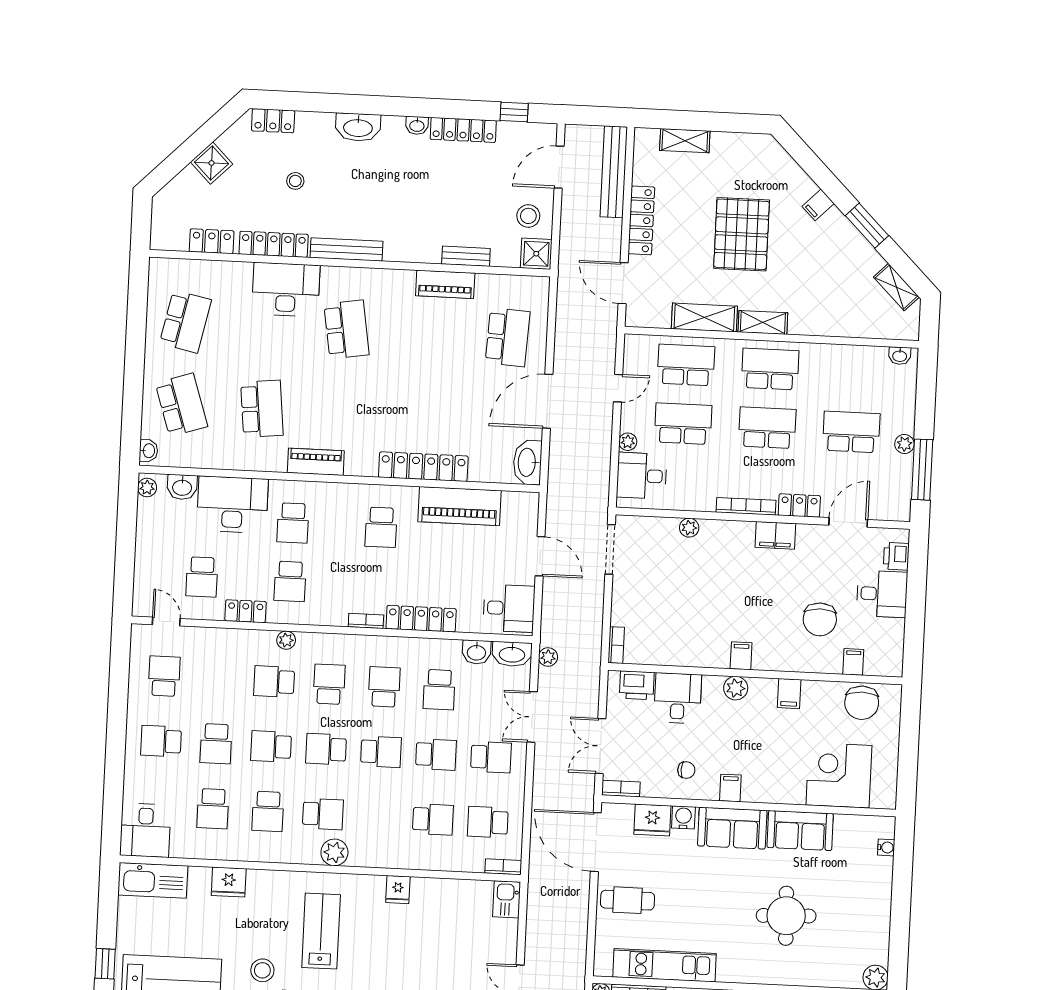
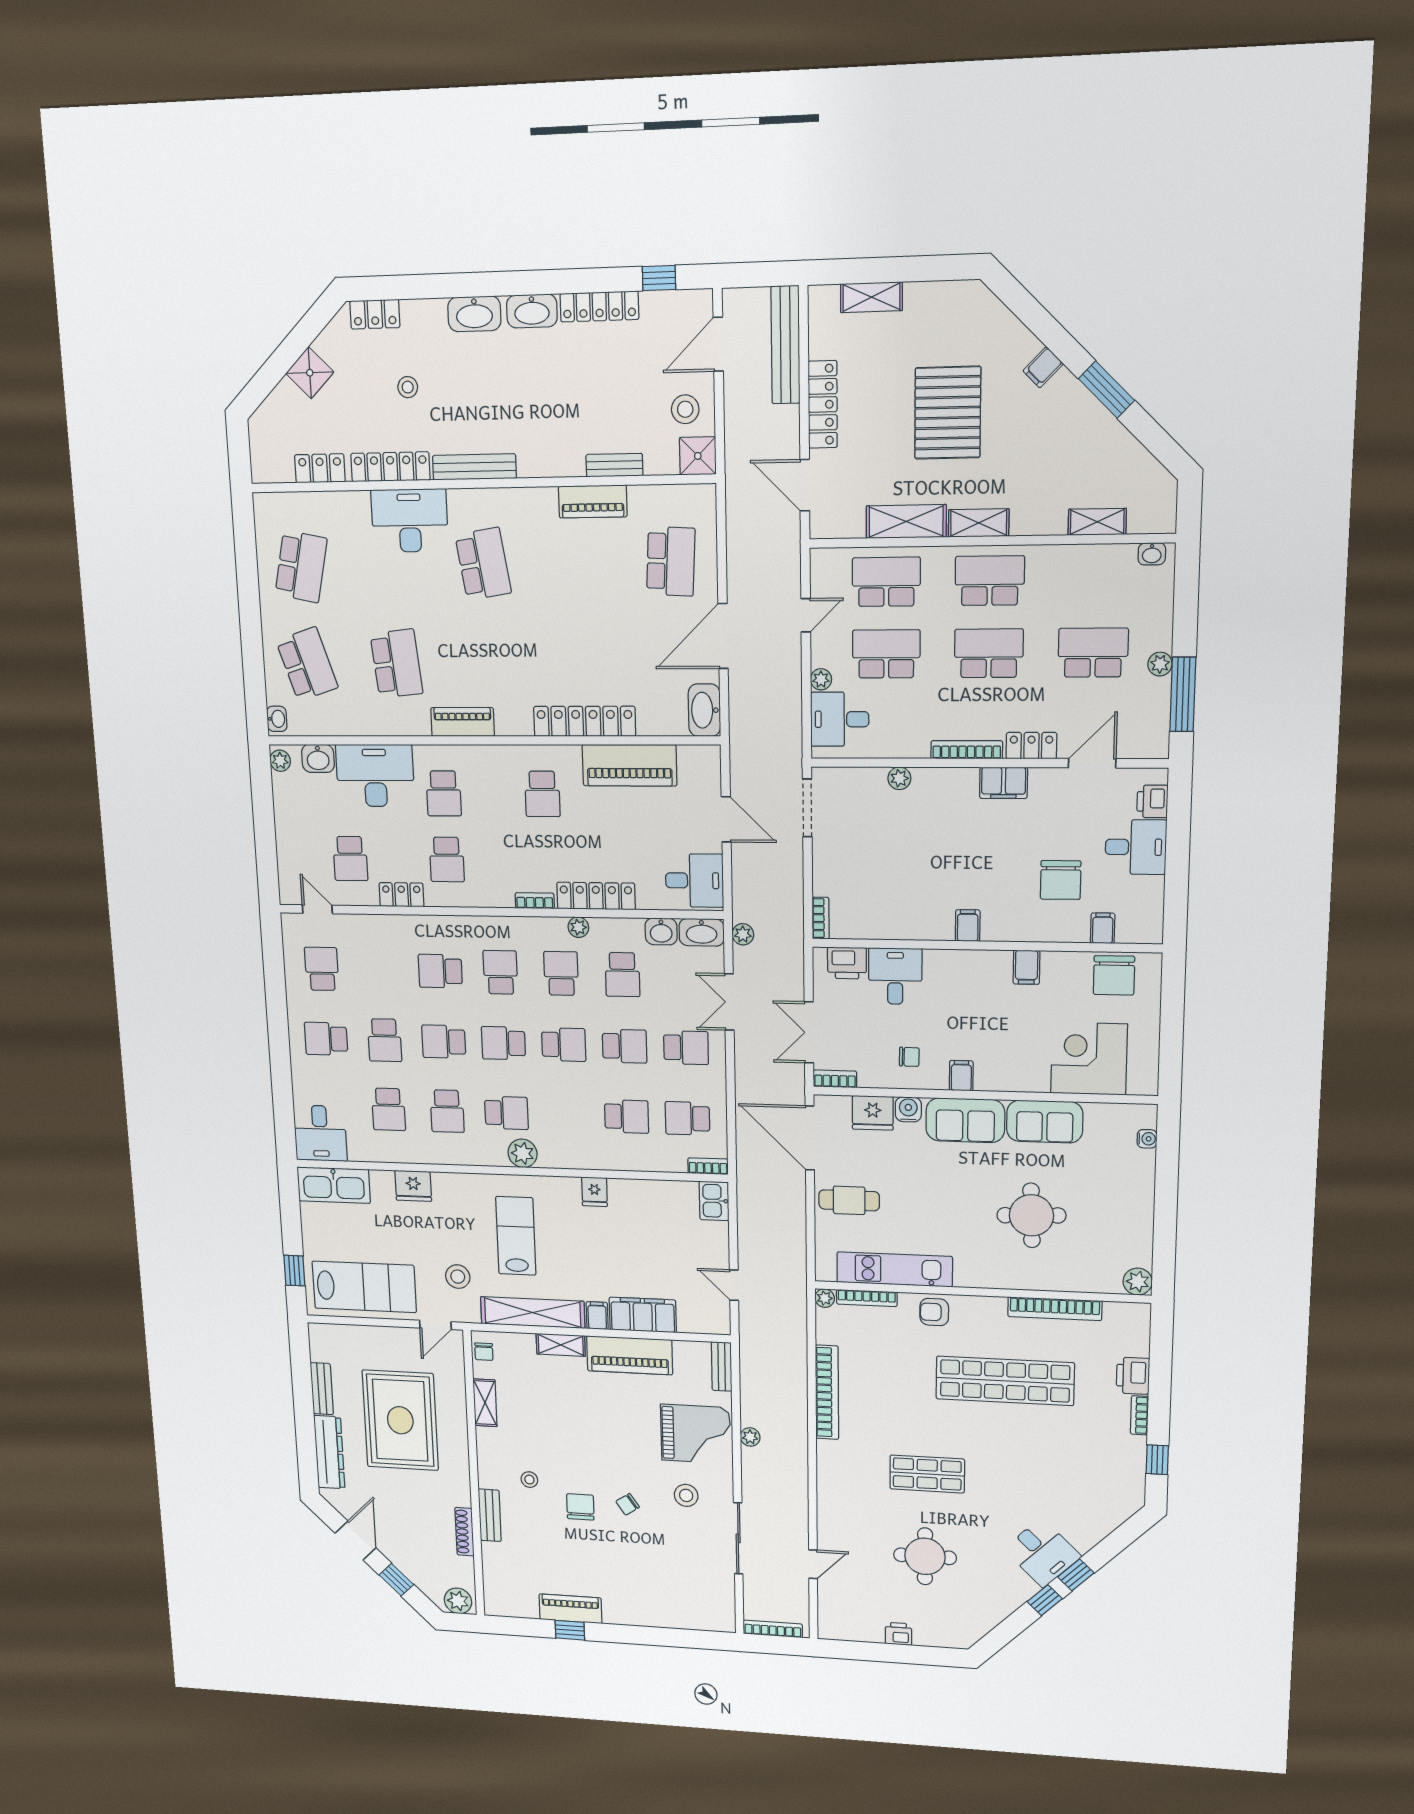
washbasin: (417, 125) -> (532, 311), width x1.91, depth x1.45
shelving: (896, 287) -> (1097, 522), moved, turned -45
plant: (286, 640) -> (578, 927), moved
plant: (736, 688) -> (963, 963), removed

